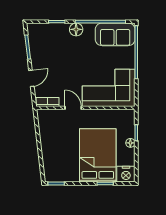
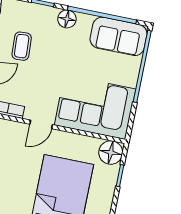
coffee table: (48, 55) -> (22, 46), added
door: (73, 108) -> (41, 124), swing flipped
floor lamp: (130, 143) -> (111, 153), moved, width x1.89, depth x1.89

